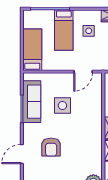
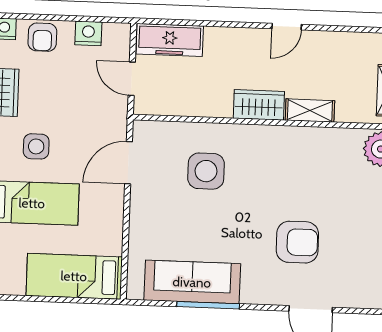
door: (83, 72) -> (128, 163), swing flipped
side table: (62, 105) -> (206, 171), moved

